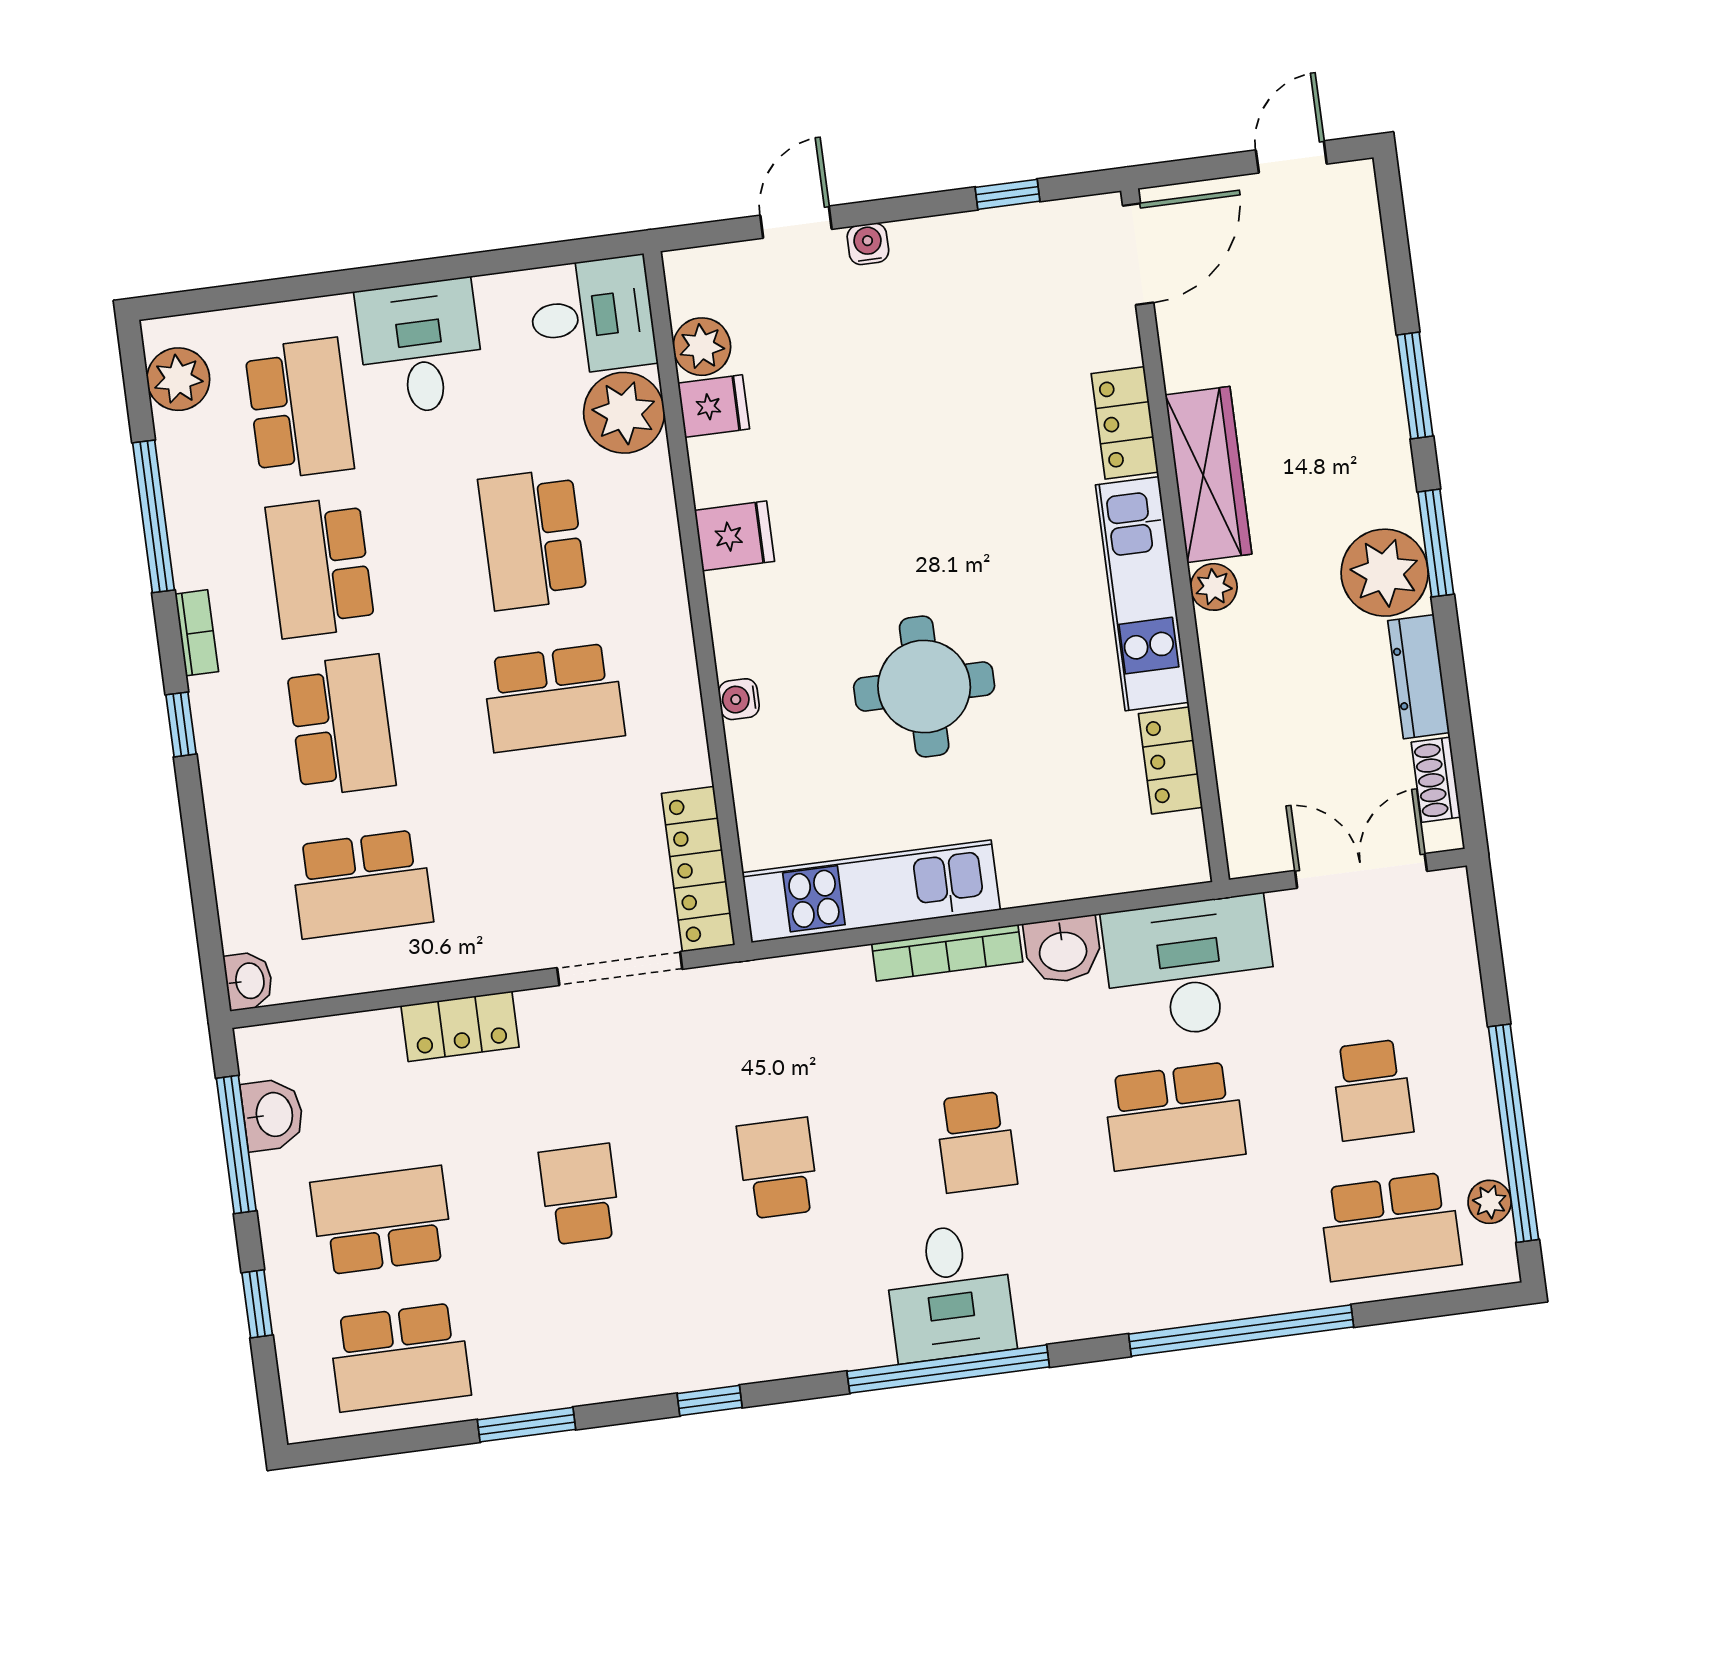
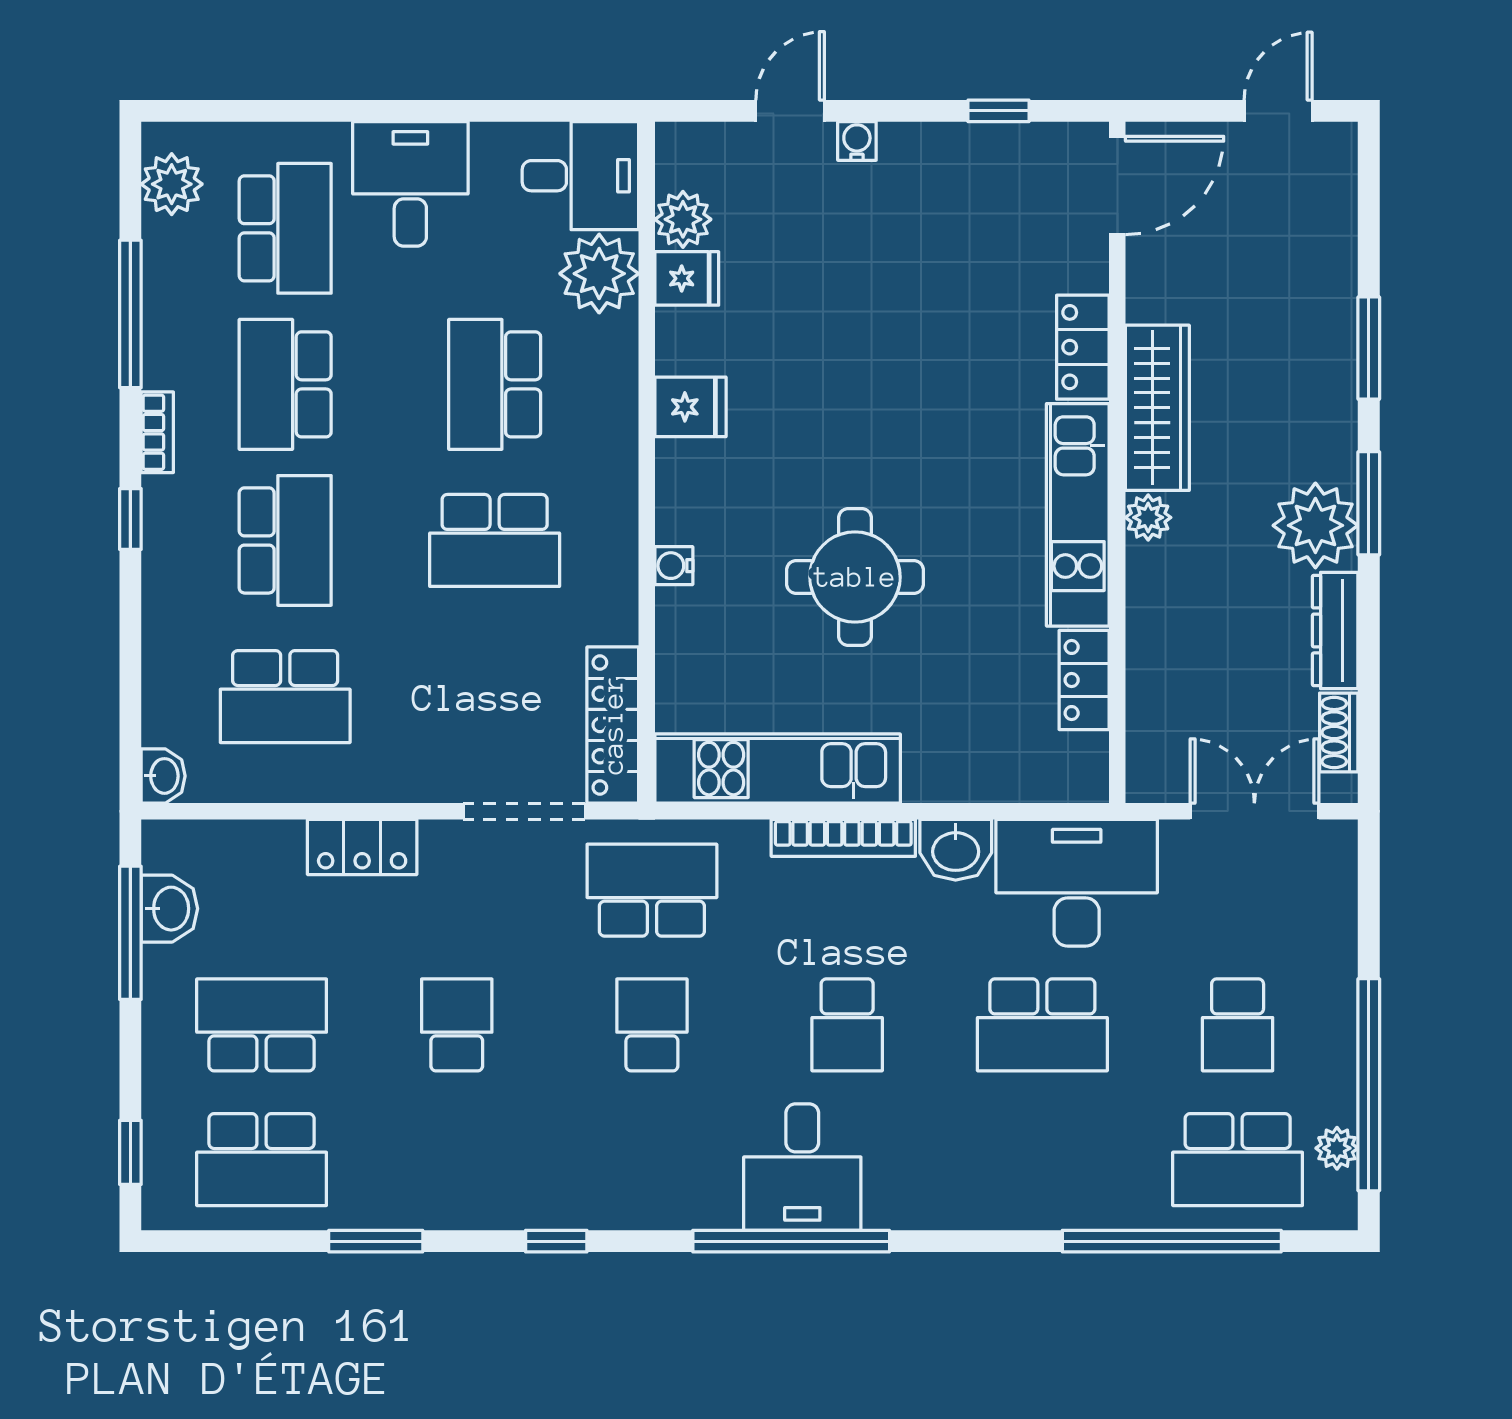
school desk: (760, 1031) -> (652, 890), added
window: (257, 1304) -> (130, 1152), moved
window: (1241, 1331) -> (1172, 1241), moved

